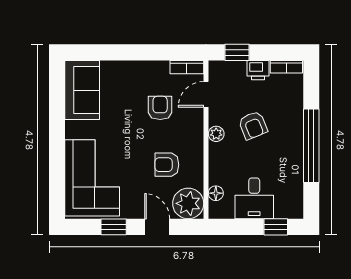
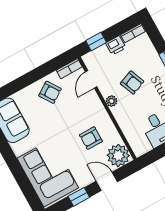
armchair: (160, 108) -> (50, 92), moved, turned 146
floor lamp: (216, 193) -> (132, 139), removed

